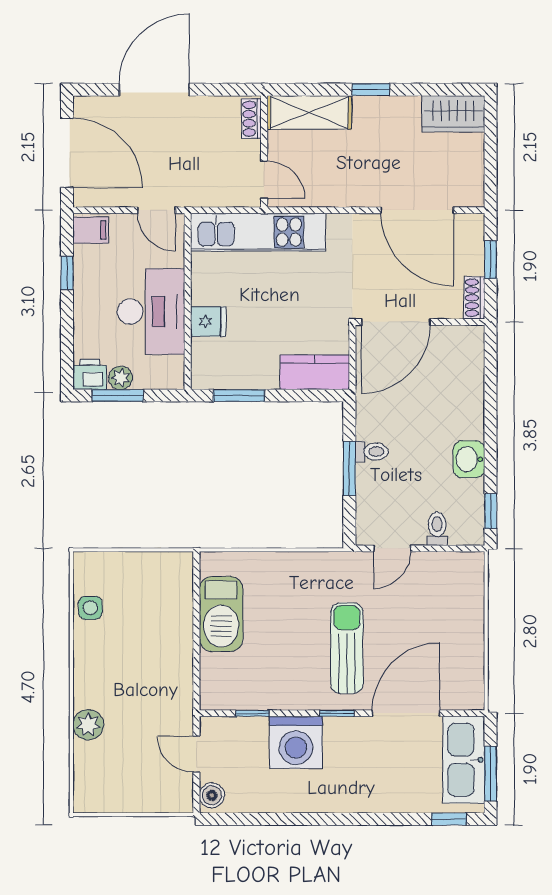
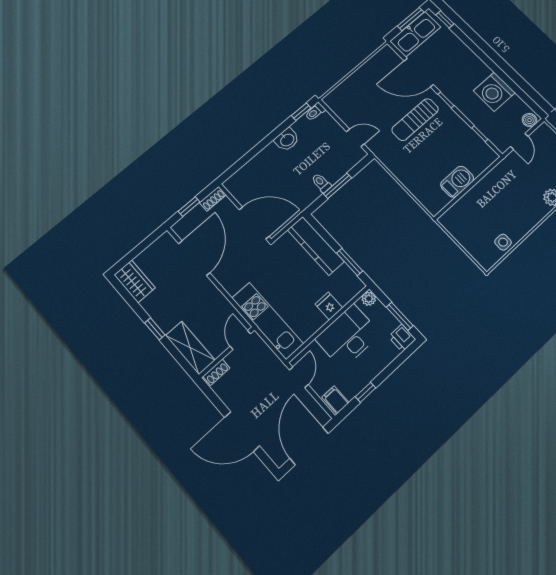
kitchen counter: (315, 372) -> (316, 246), width x1.50
plant: (121, 378) -> (369, 299), moved
toilet: (437, 529) -> (315, 112), moved
barbecue: (221, 614) -> (457, 182), width x0.73, depth x0.83
washing machine: (296, 742) -> (494, 92), moved, turned 180

